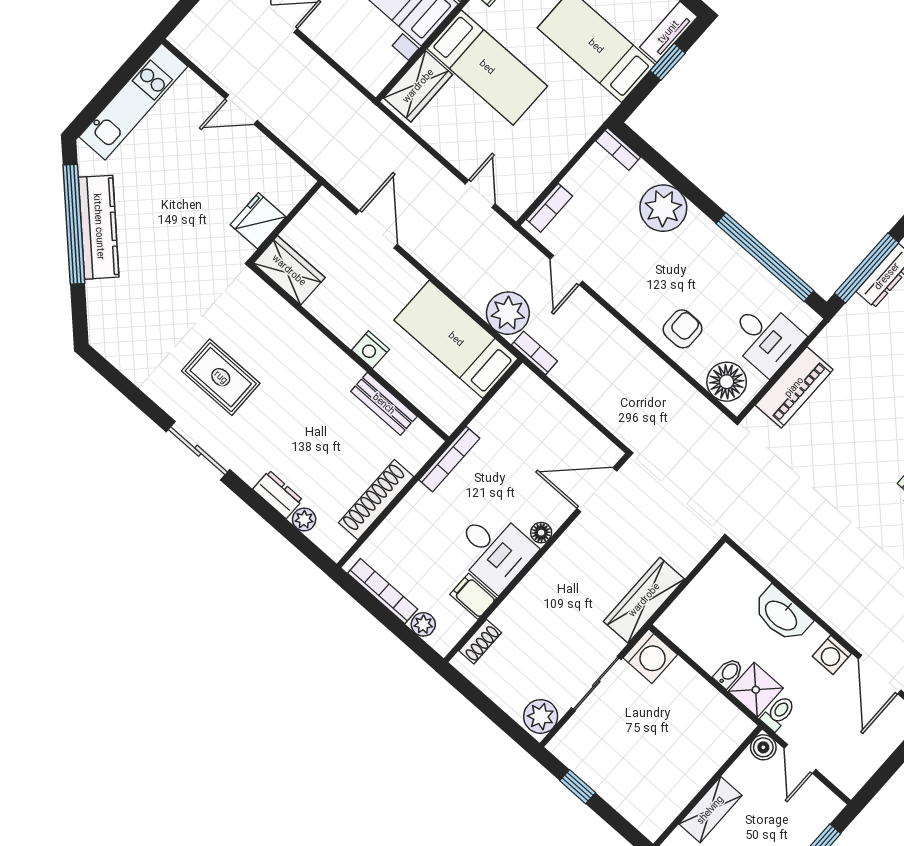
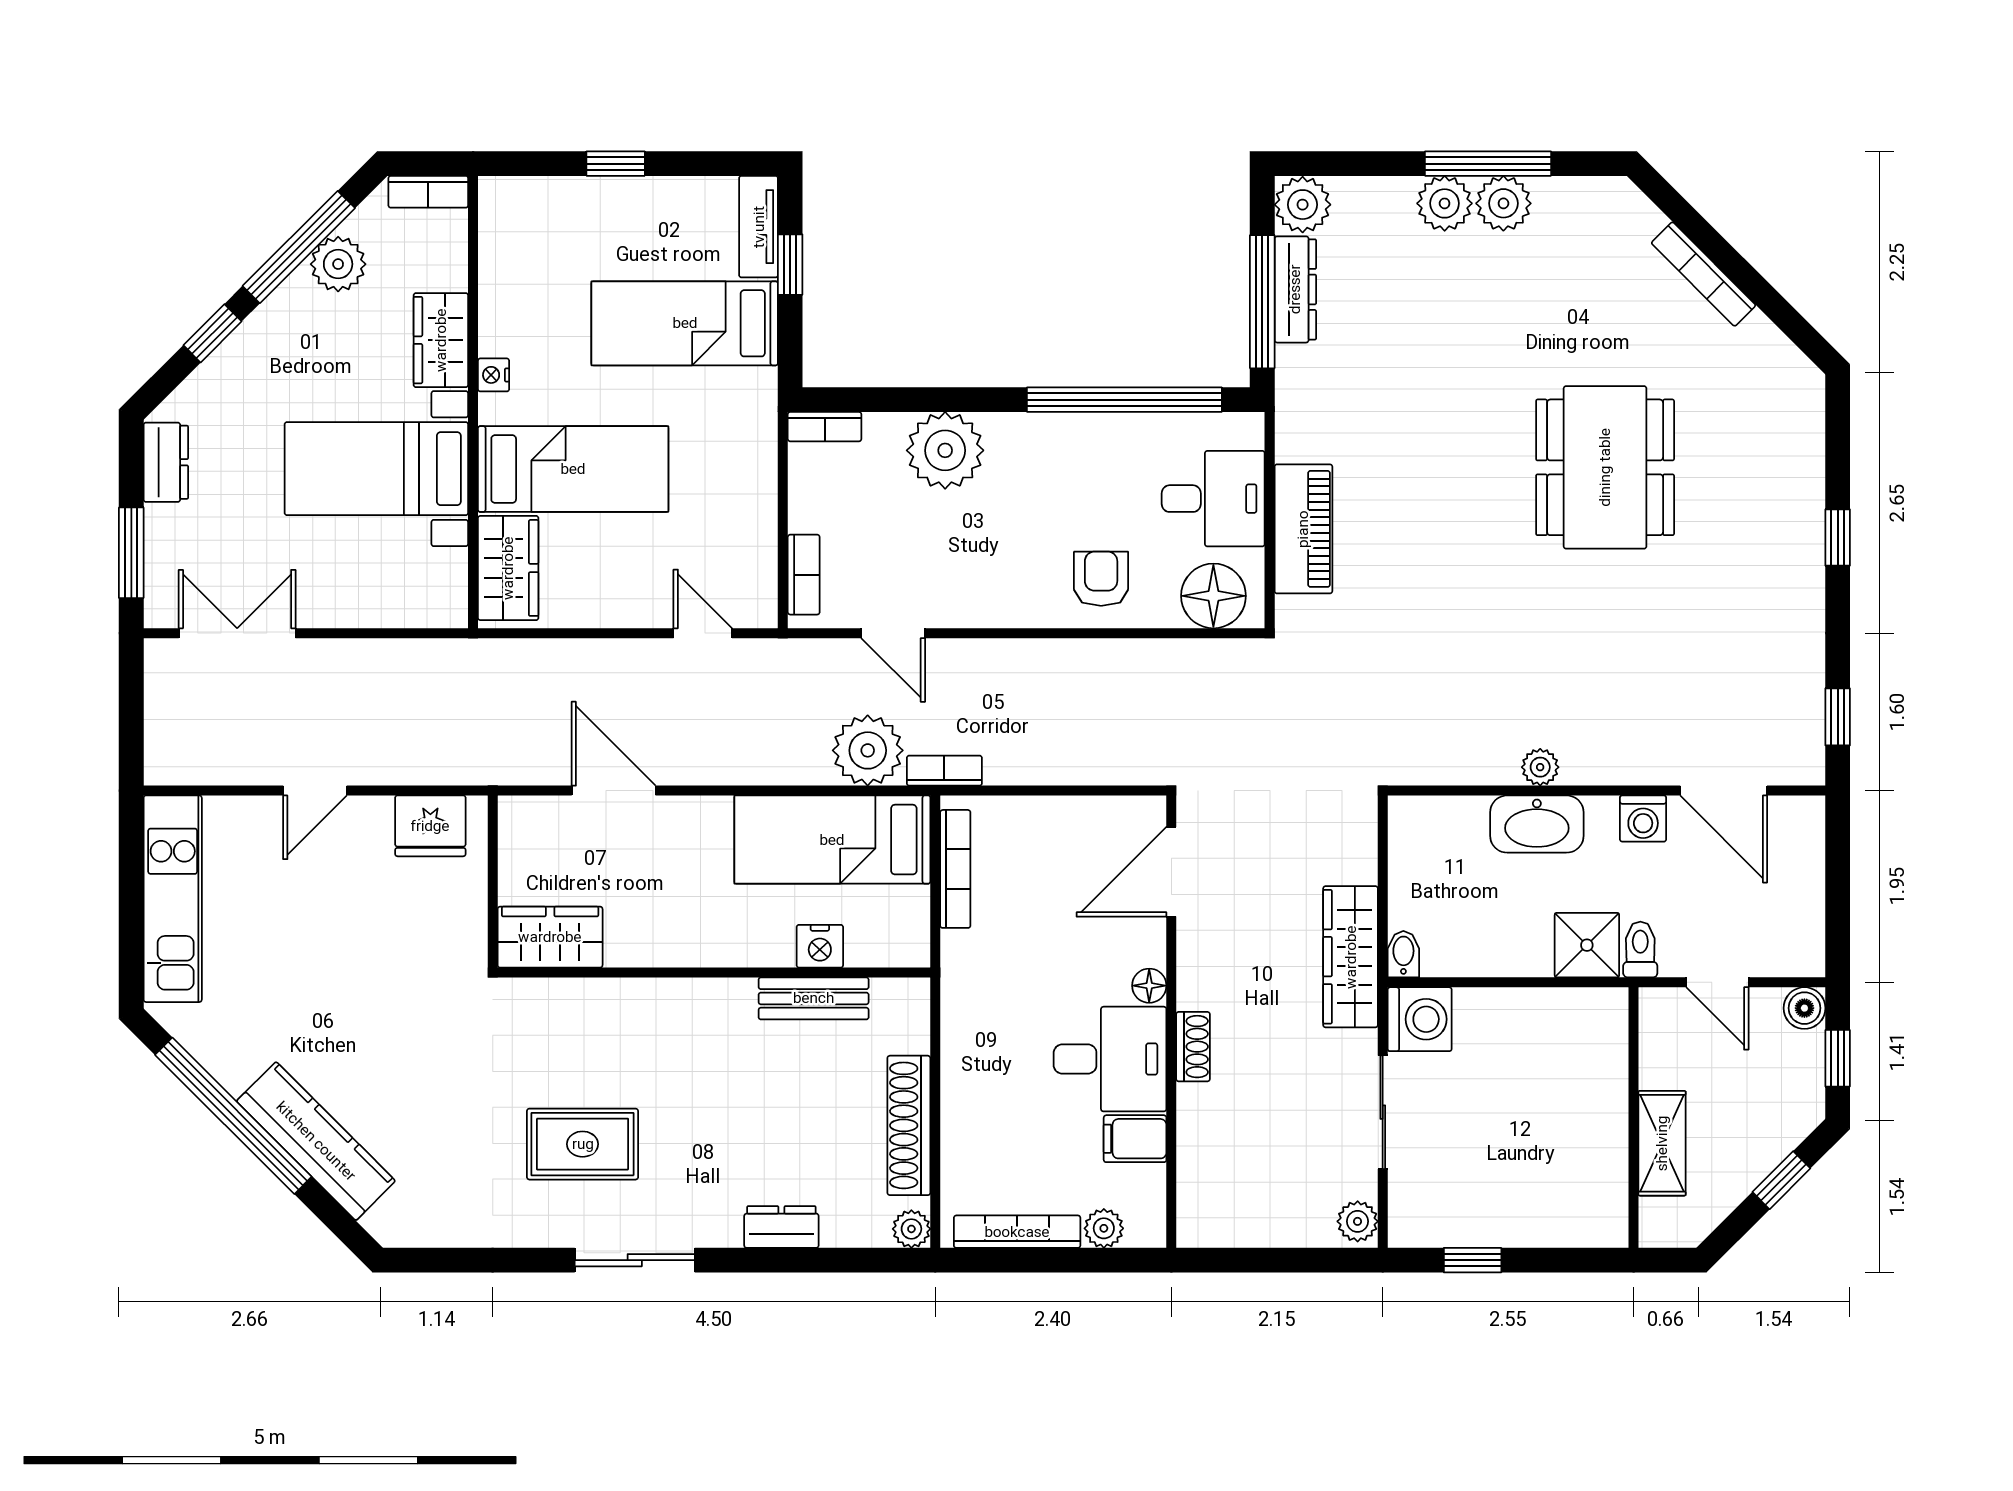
fridge: (258, 221) -> (430, 826), moved, turned -90
kitchen counter: (99, 227) -> (316, 1141), moved
nightstand: (370, 350) -> (820, 946), moved
bookcase: (449, 459) -> (955, 869), moved
plant: (304, 519) -> (911, 1229), moved
plant: (806, 590) -> (1540, 767), added
shoe rack: (480, 642) -> (1193, 1047), moved
bidet: (729, 673) -> (1403, 954), moved
plant: (541, 716) -> (1358, 1221), width x0.73, depth x0.73
boiler: (763, 747) -> (1804, 1008), moved

